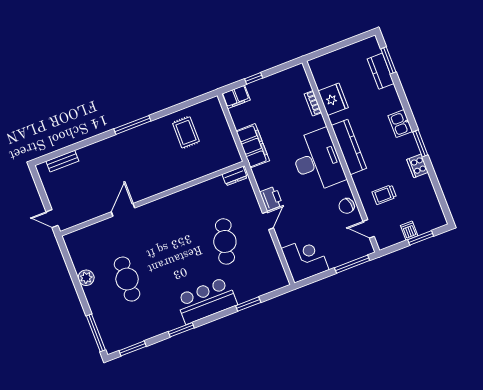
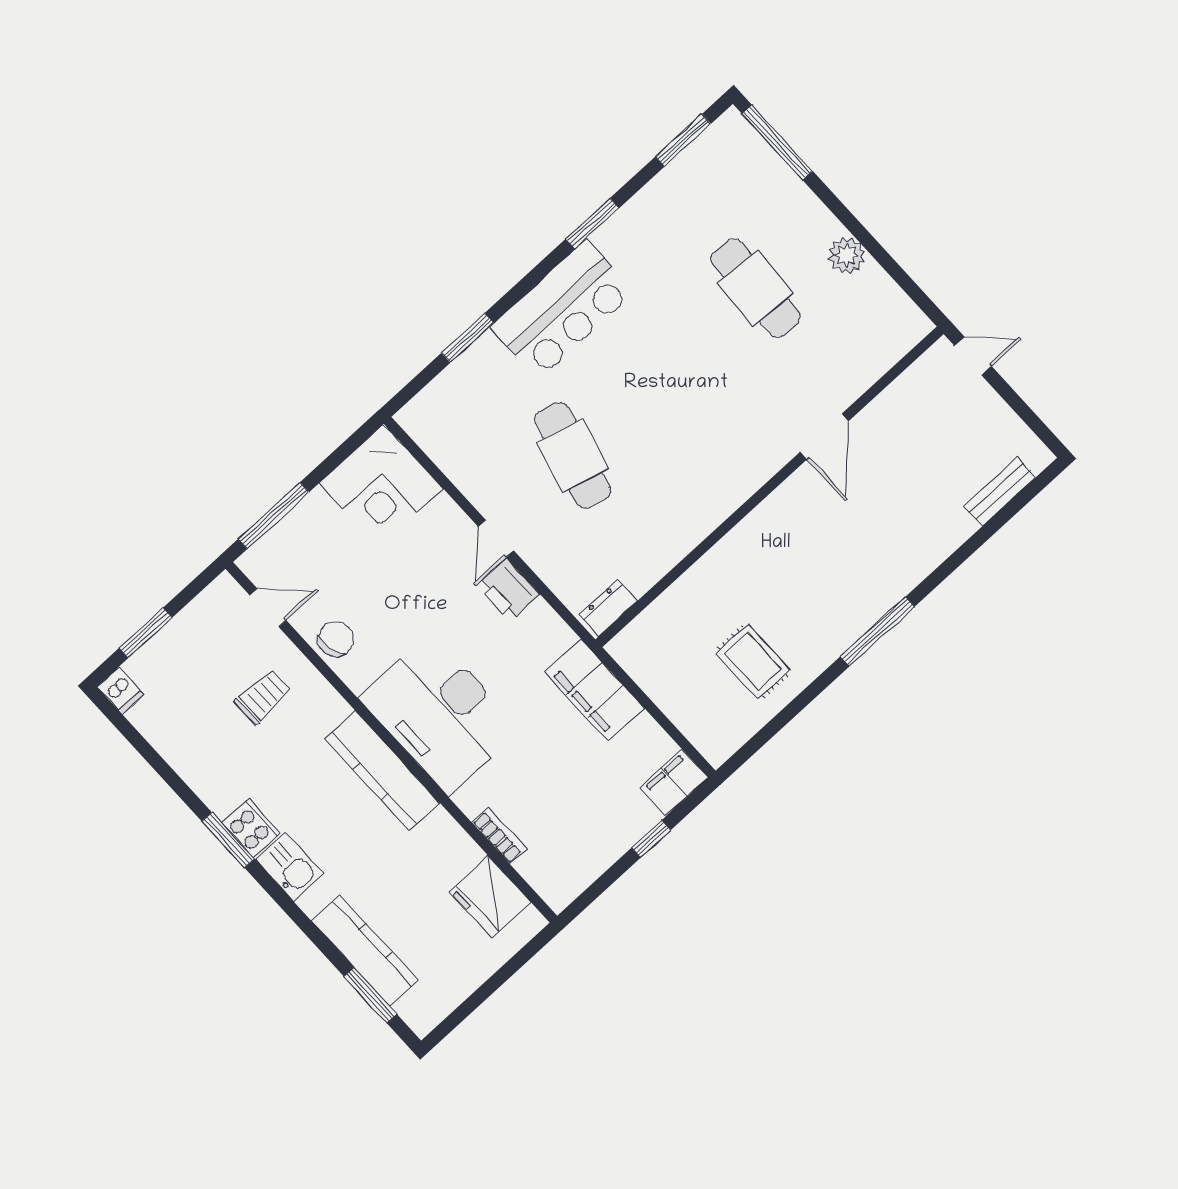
kitchen counter: (381, 71) -> (365, 950), width x1.50
fridge: (333, 99) -> (490, 897), moved
cooker: (418, 166) -> (251, 828), moved
dishwasher: (409, 231) -> (120, 691), moved

